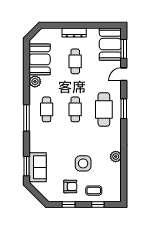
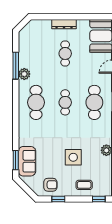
booth: (40, 59) -> (29, 51), removed
cafe table: (47, 109) -> (36, 102), width x1.37, depth x1.35
window: (27, 118) -> (16, 66), moved
armchair: (70, 187) -> (50, 185), moved
window: (98, 204) -> (99, 199), moved

